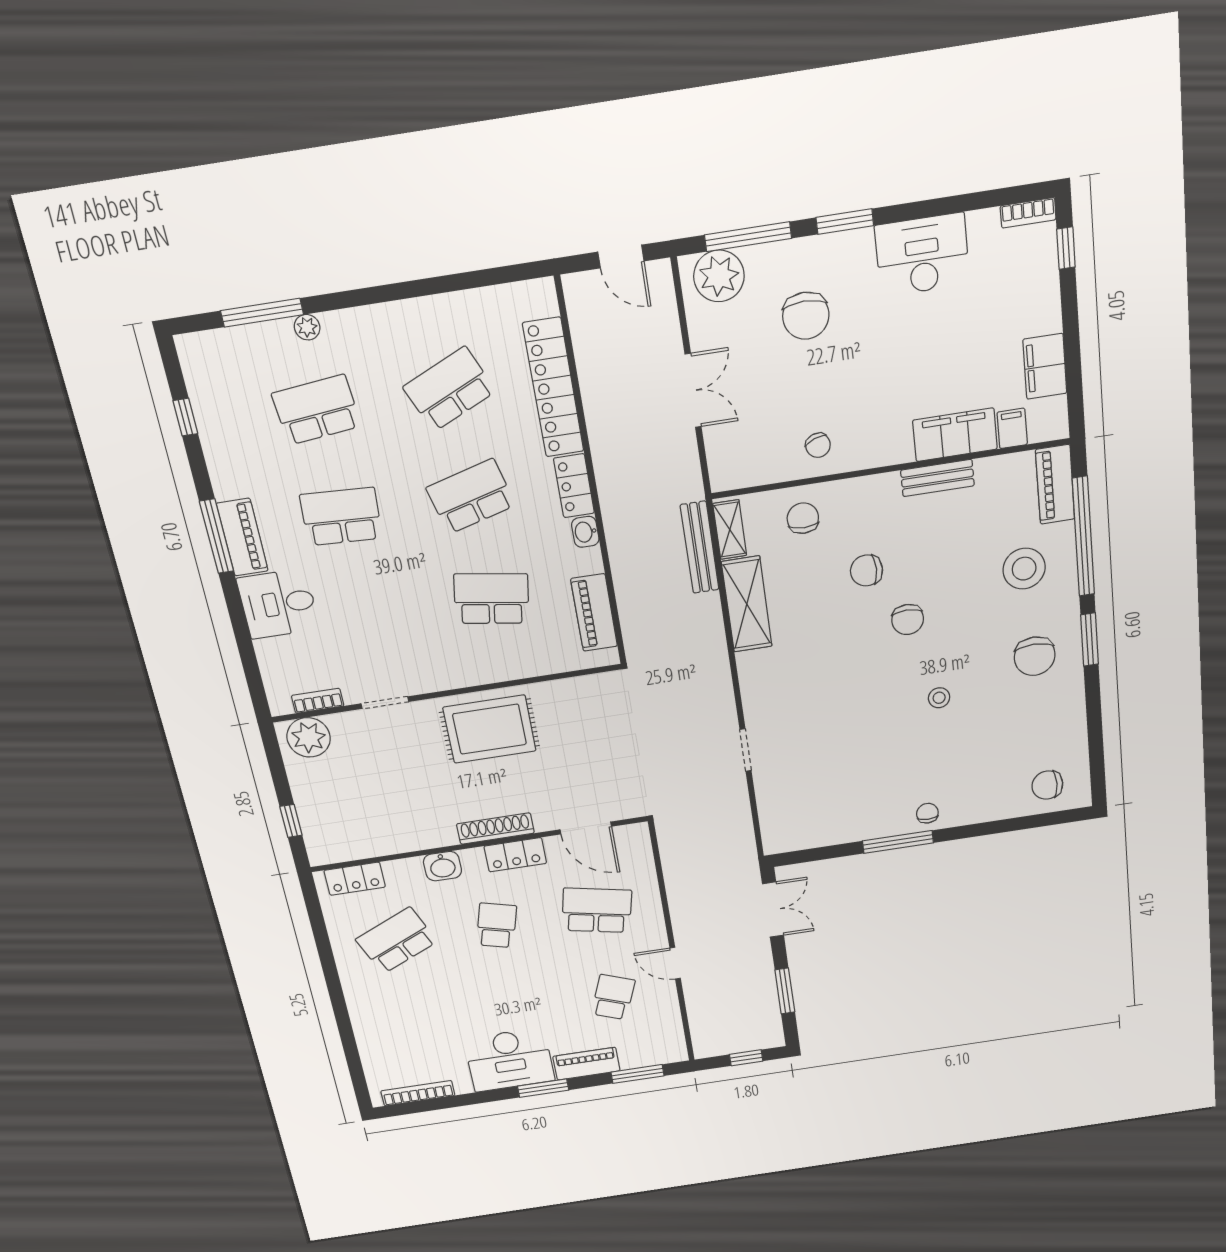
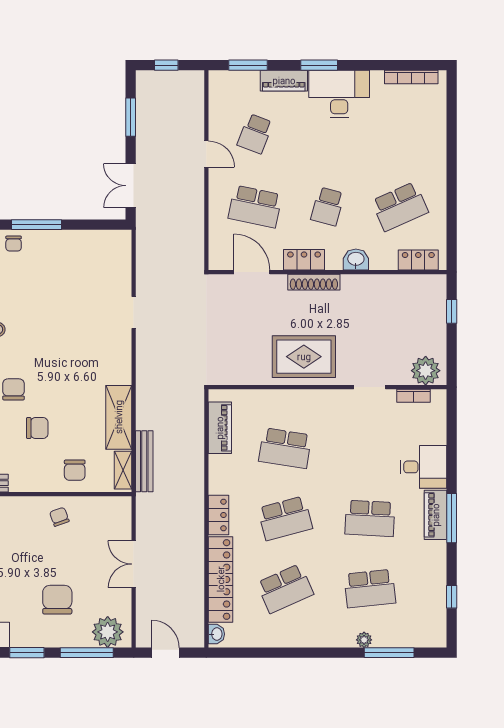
washbasin: (585, 532) -> (216, 634), moved

